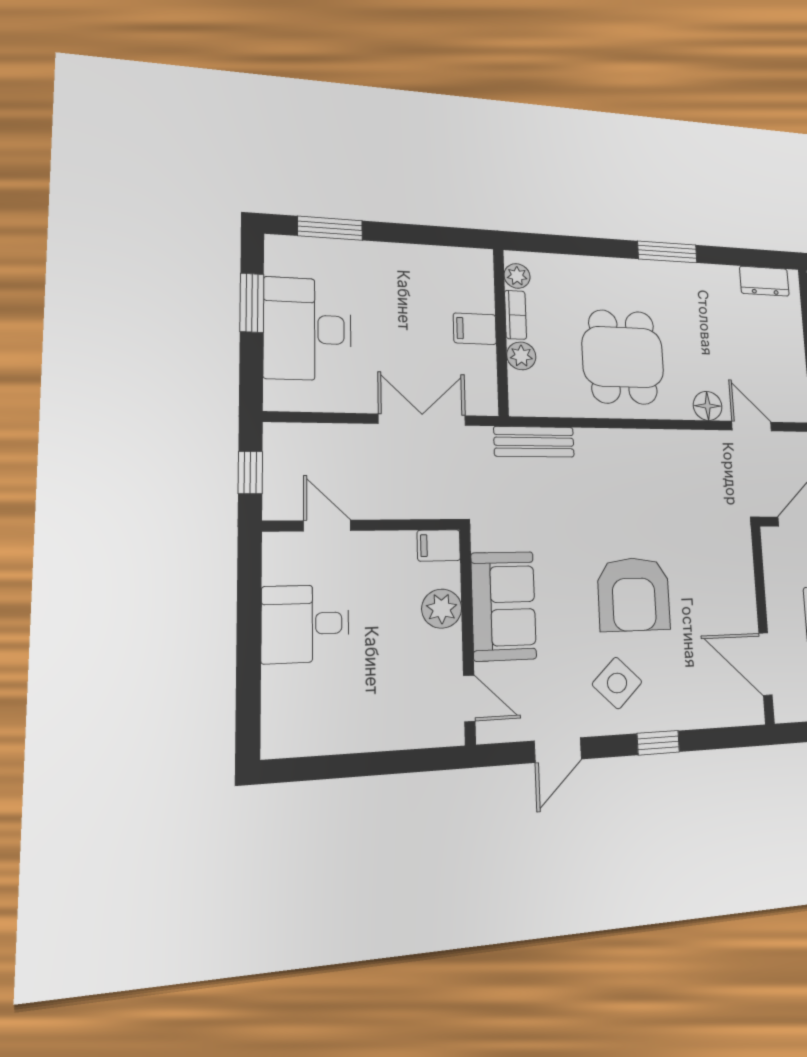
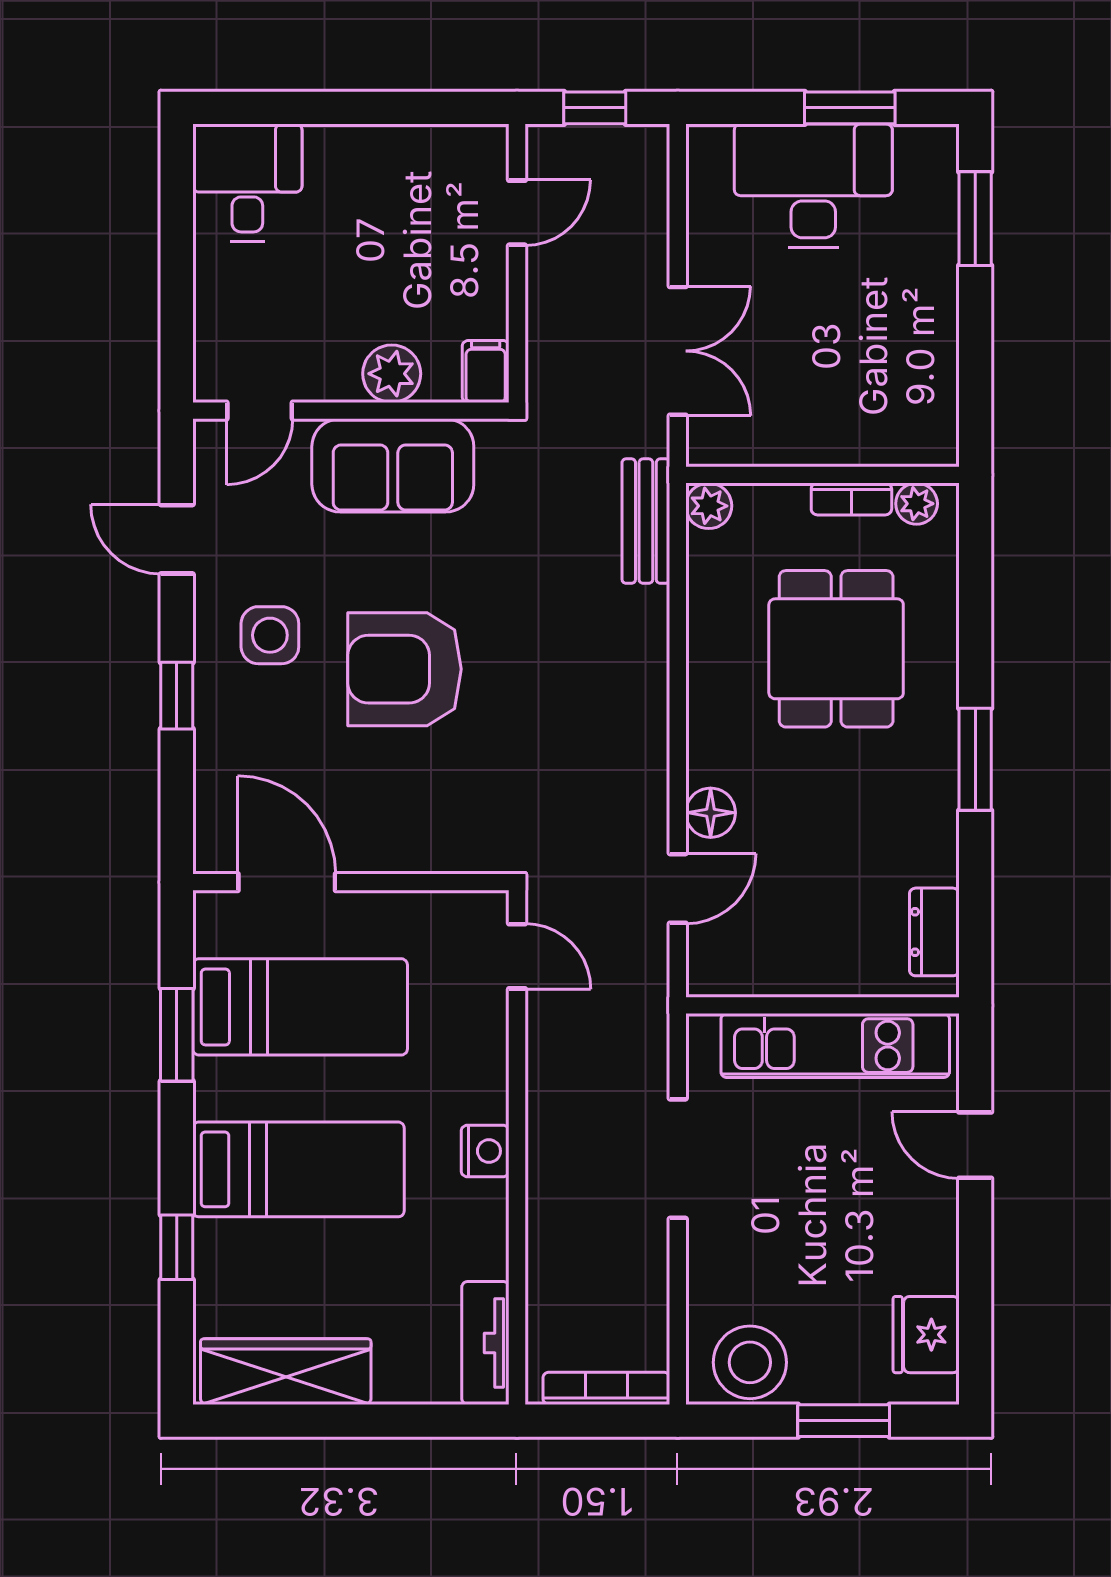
filing cabinet: (475, 329) -> (825, 434), removed
plant: (521, 356) -> (709, 506), moved
dining table: (623, 357) -> (836, 649), moved, turned 90
desk: (305, 624) -> (247, 183), moved
door: (766, 664) -> (287, 882), hinge flipped
side table: (617, 683) -> (270, 635), turned 45

